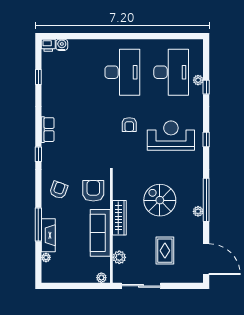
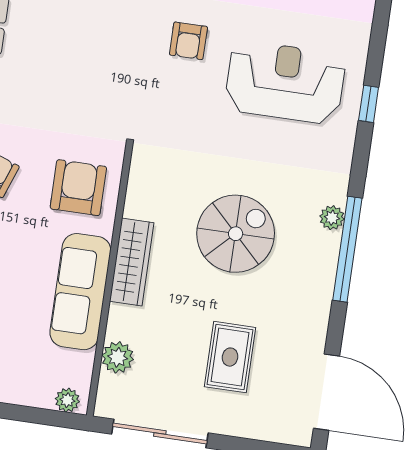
spiral stairs: (160, 200) -> (236, 234), turned 90
plant: (198, 211) -> (332, 218), moved

